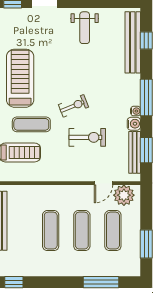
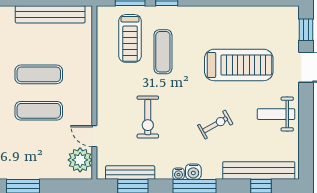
treadmill: (20, 78) -> (239, 65), moved
exercise bike: (73, 106) -> (215, 125), moved, turned -97
water cooler: (134, 124) -> (193, 172), moved
exercise mat: (113, 231) -> (39, 147), removed

